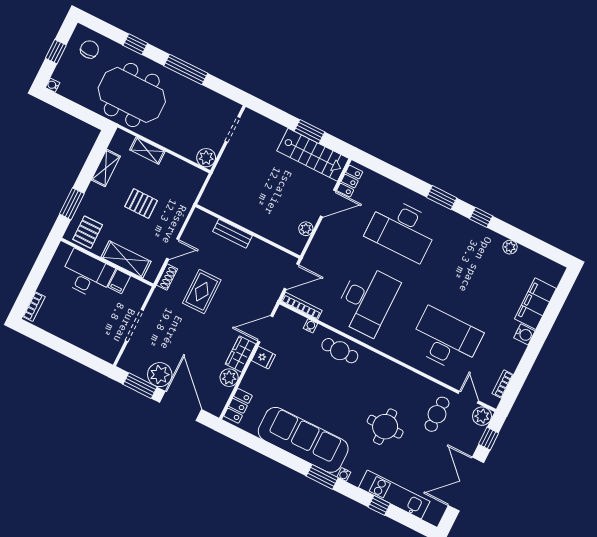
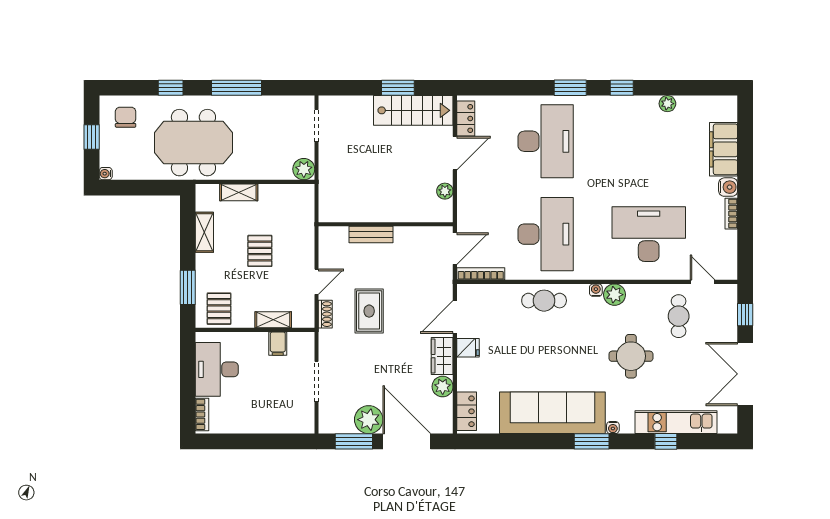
pallet: (141, 204) -> (260, 251), turned 90
desk: (402, 229) -> (546, 141), turned -90
shelving: (126, 259) -> (273, 320), width x0.67, depth x0.75
desk: (87, 274) -> (217, 369), moved, turned -90
water cooler: (310, 326) -> (596, 290), moved
bookcase: (503, 384) -> (731, 214), moved
plant: (482, 416) -> (615, 295), moved

